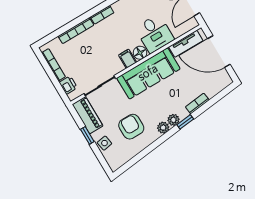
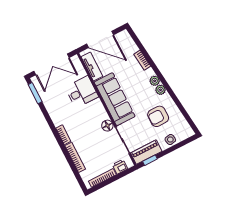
door: (219, 52) -> (100, 39), hinge flipped
floor lamp: (140, 53) -> (107, 126), moved
filing cabinet: (128, 59) -> (101, 116), removed
window: (185, 122) -> (157, 71), removed
window: (87, 135) -> (150, 160), moved

